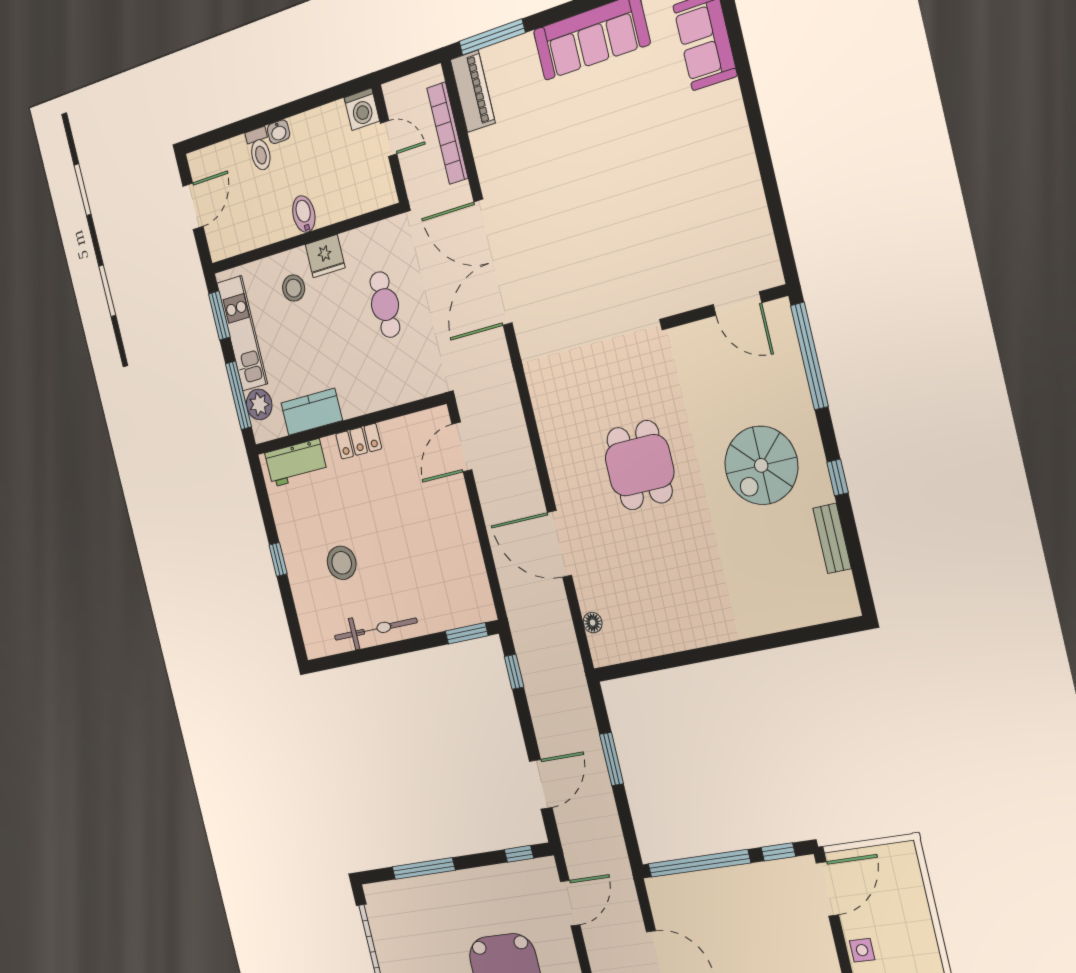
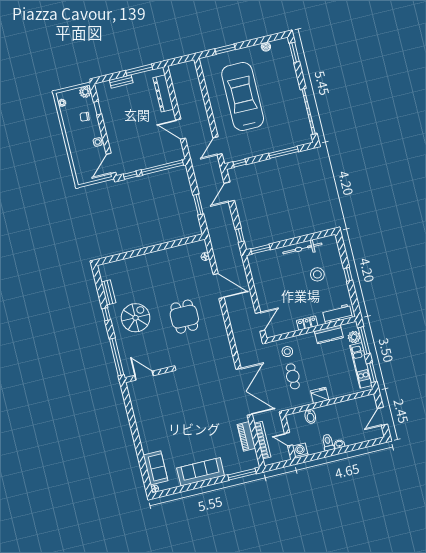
piano: (473, 91) -> (246, 436), moved
toilet: (260, 150) -> (328, 442), moved
bidet: (304, 214) -> (310, 416), moved
stool: (294, 288) -> (287, 352), moved

